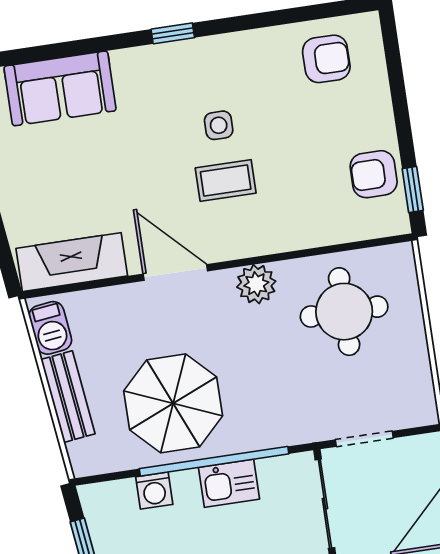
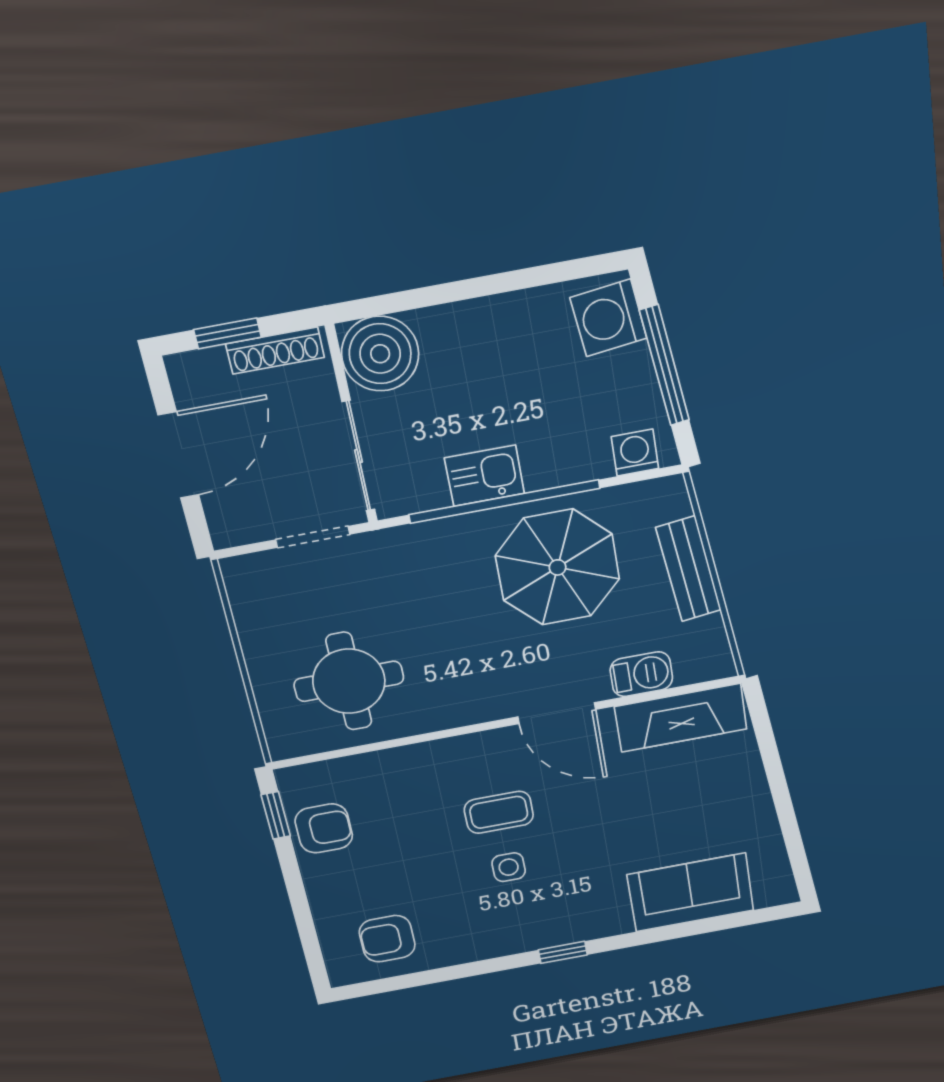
plant: (256, 284) -> (458, 706), removed
barbecue: (50, 328) -> (641, 674), moved, turned 97
washing machine: (154, 491) -> (635, 453), moved

